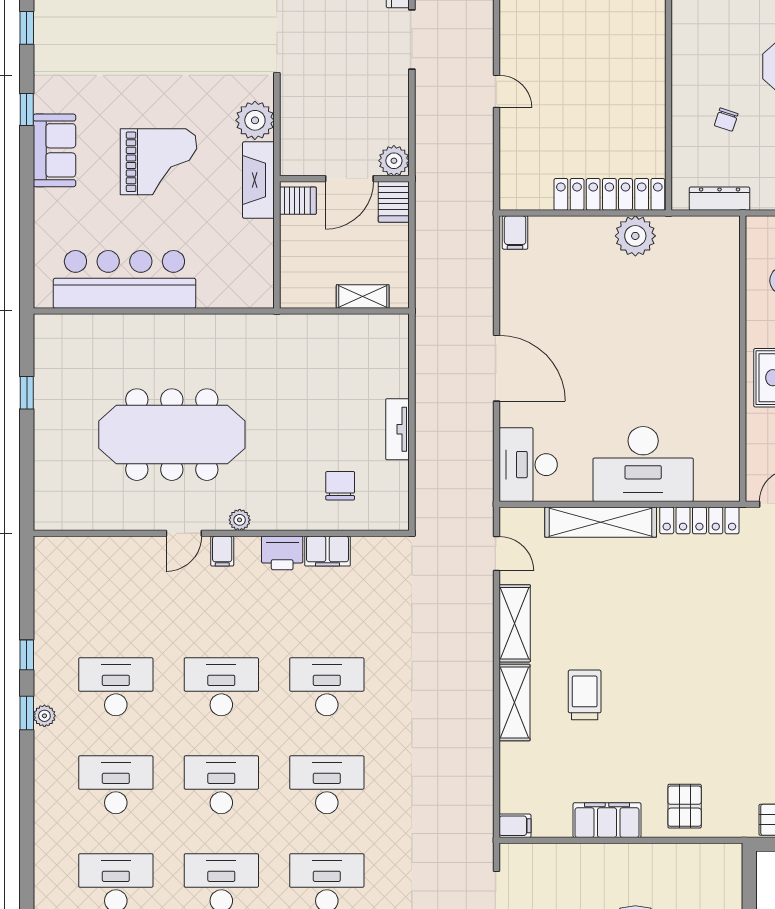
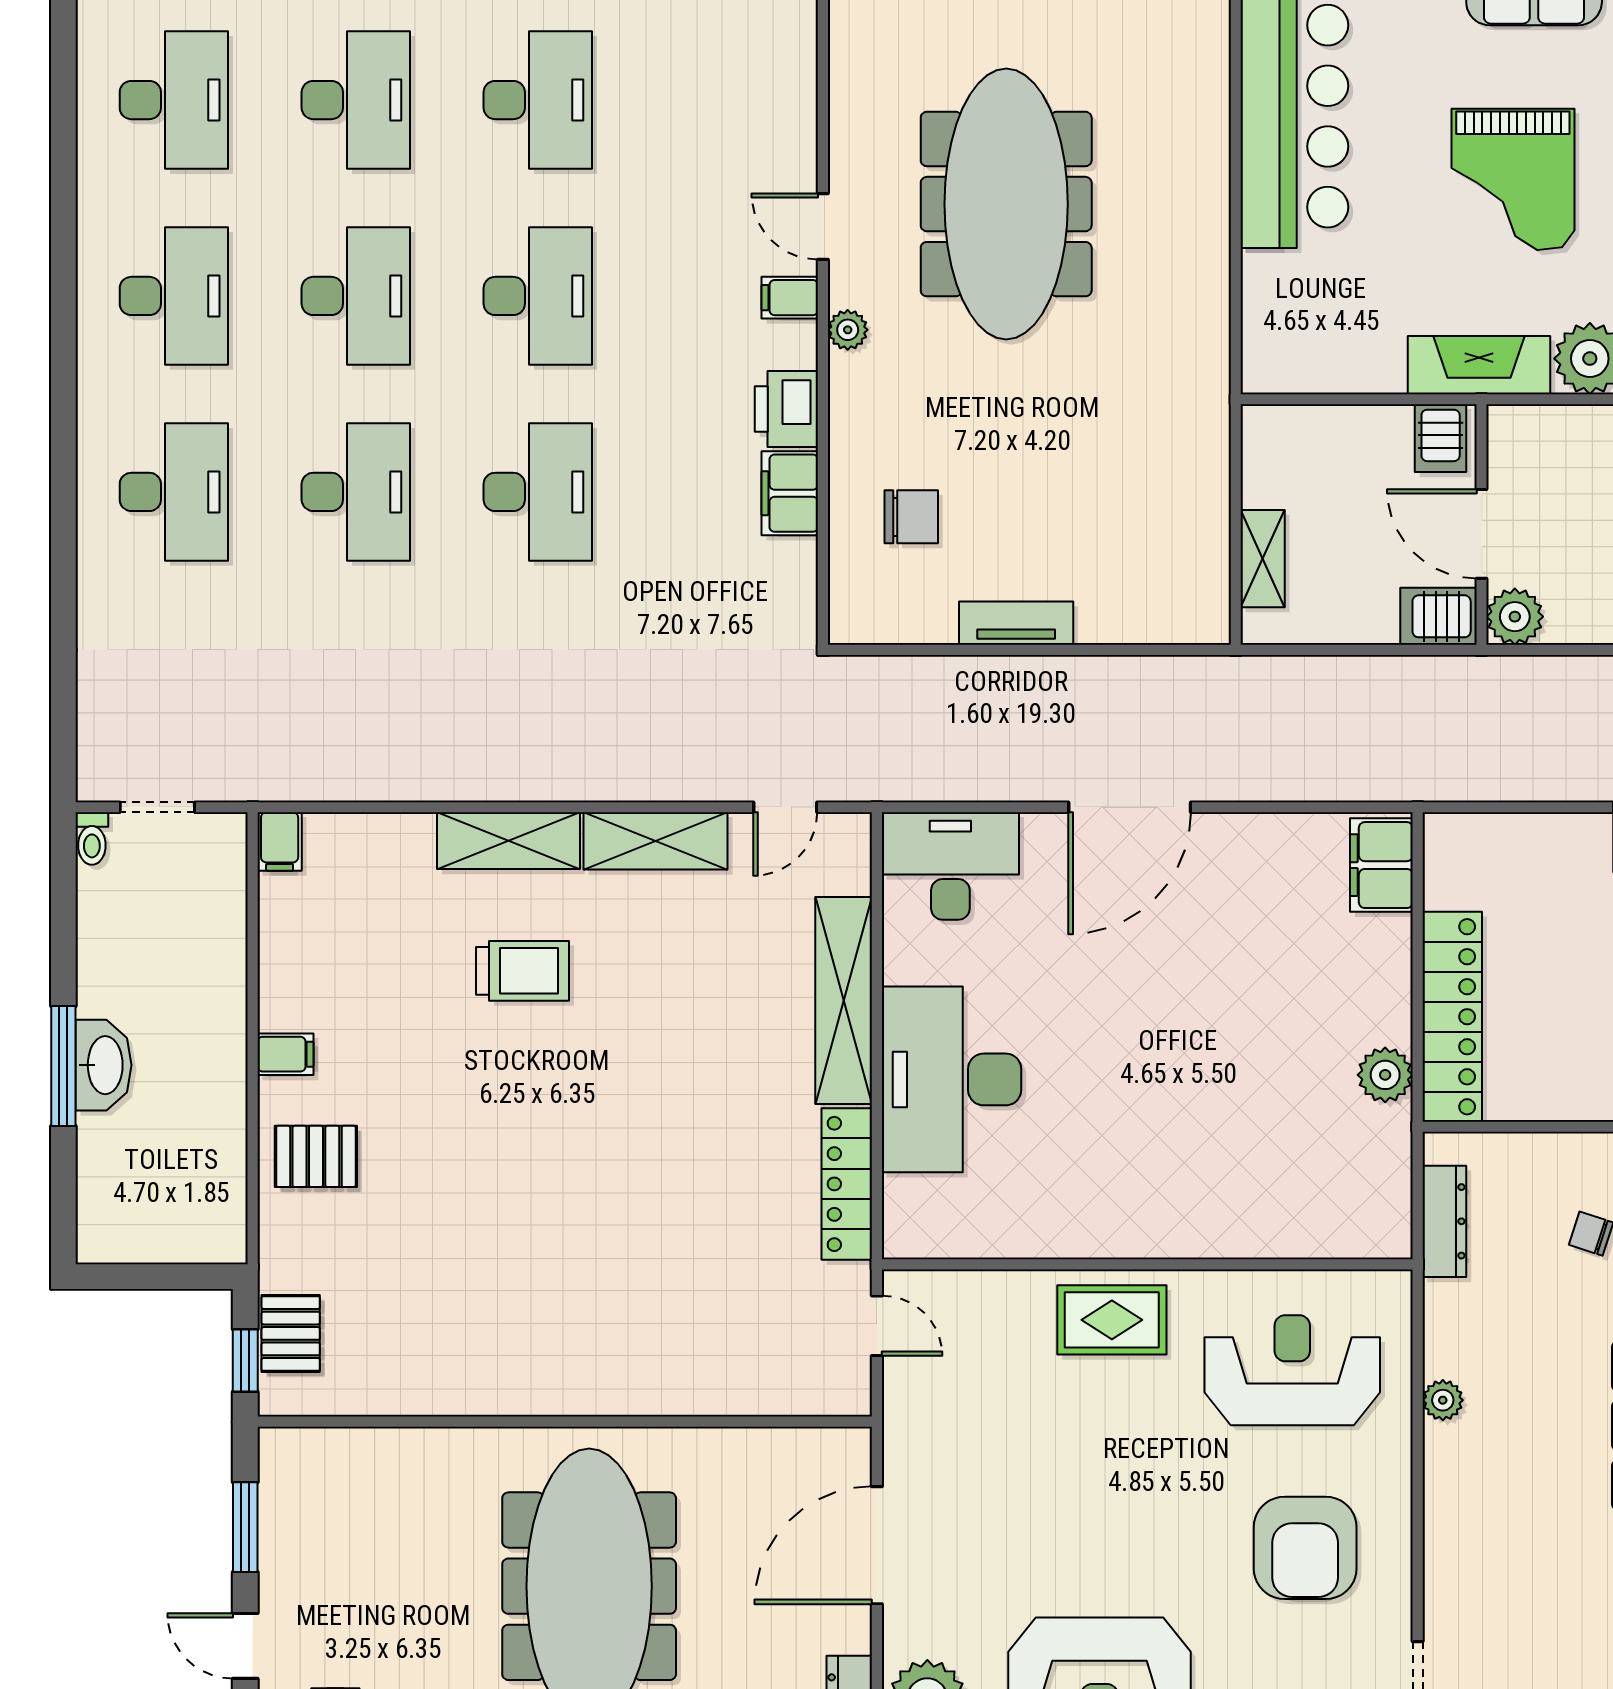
filing cabinet: (515, 233) -> (1381, 865), width x2.00
plant: (635, 236) -> (1385, 1075), width x0.73, depth x0.73
filing cabinet: (607, 820) -> (285, 1054), width x0.33, depth x0.86

